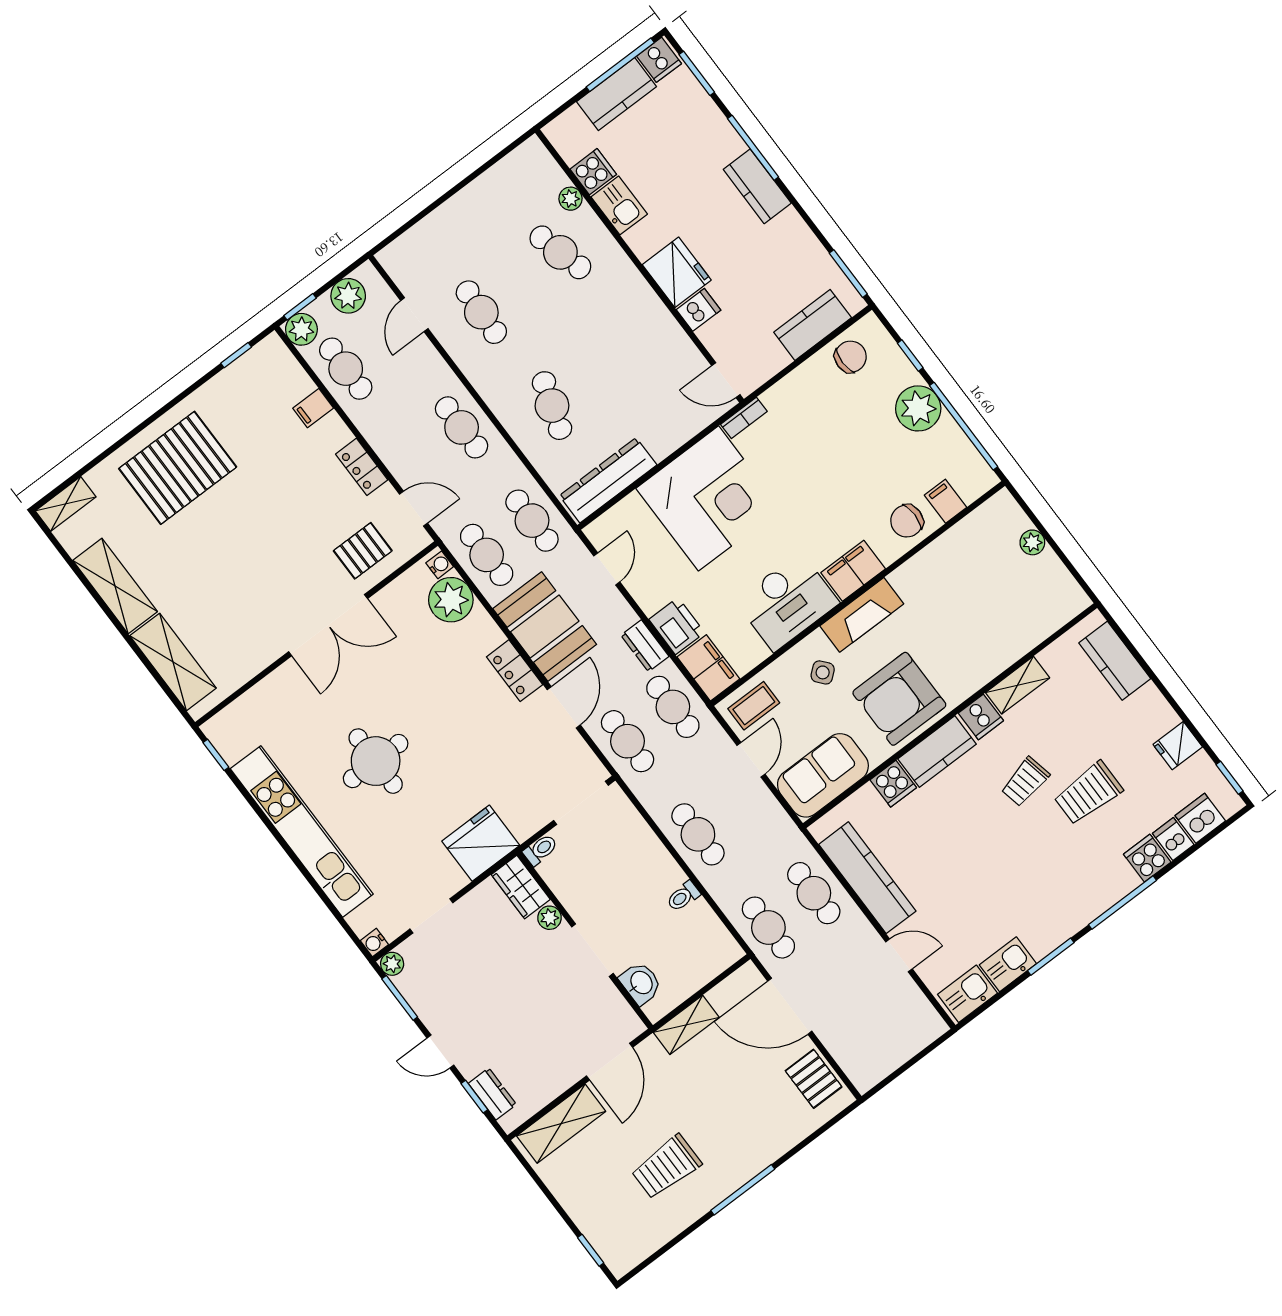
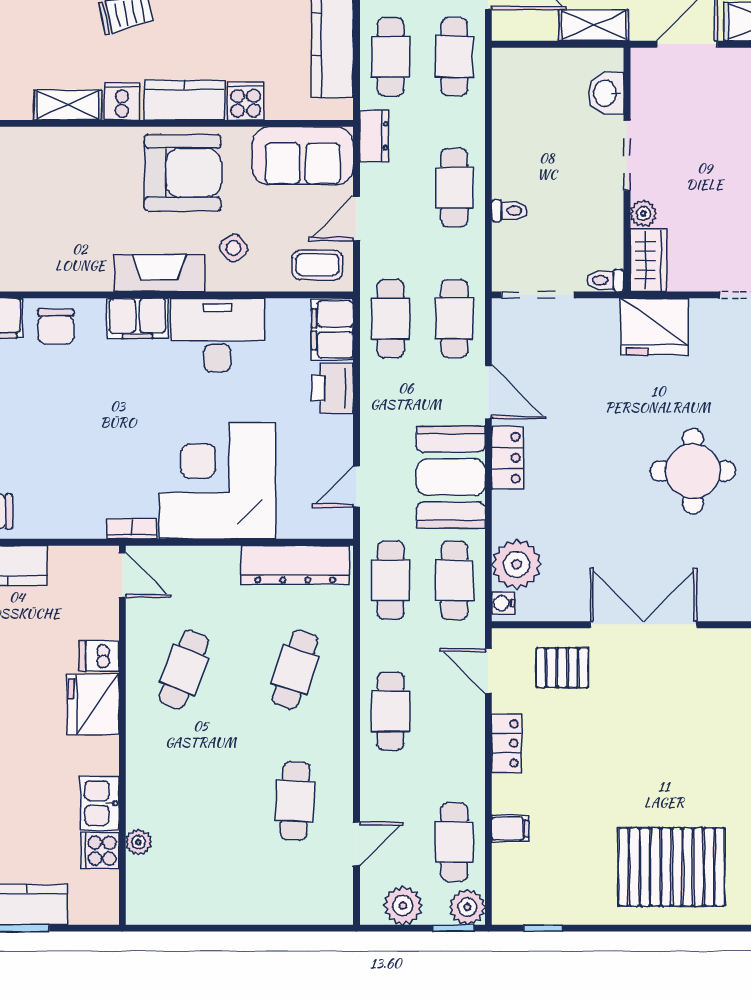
cafe table: (560, 252) -> (184, 670), moved, turned 36
chair: (907, 521) -> (56, 327), turned 90
dresser: (645, 646) -> (374, 136), moved
door: (564, 707) -> (488, 392), swing flipped
toilet: (683, 896) -> (509, 211), moved

